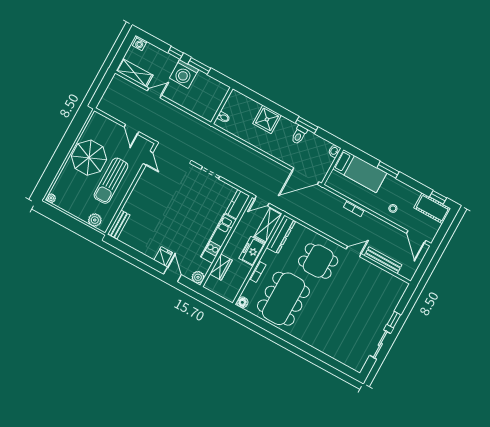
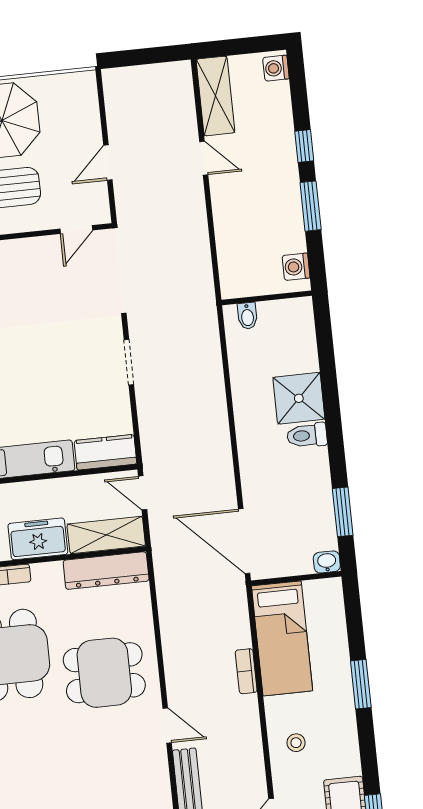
washing machine: (184, 74) -> (296, 267), moved, width x0.53, depth x0.53
window: (307, 125) -> (343, 512), moved
toilet: (299, 135) -> (307, 435), moved
bed: (360, 171) -> (282, 638), moved
dining table: (318, 261) -> (104, 673), turned 90

